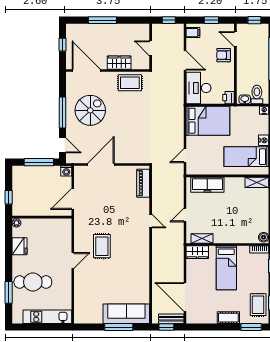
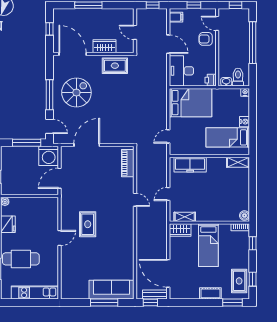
washing machine: (66, 171) -> (49, 156), width x1.89, depth x1.89

